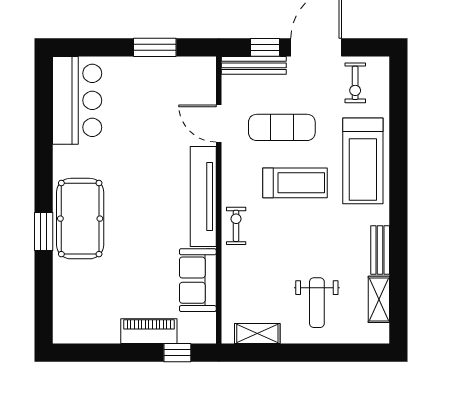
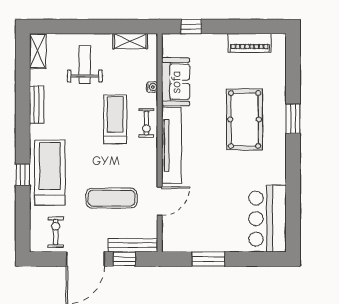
door: (219, 123) -> (160, 201), hinge flipped
window: (398, 158) -> (23, 175), added
treadmill: (295, 183) -> (115, 119), moved, turned 90
pool table: (80, 219) -> (245, 120), moved
water cooler: (229, 273) -> (152, 87), added
shelving: (379, 299) -> (38, 51), moved
piano: (149, 331) -> (250, 43), moved

